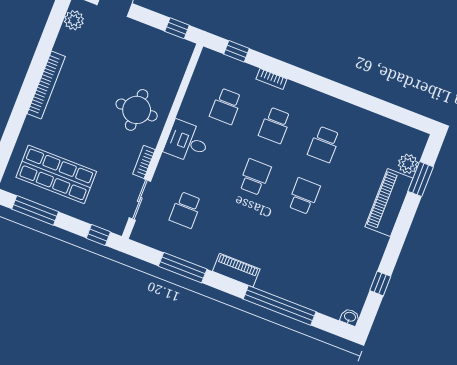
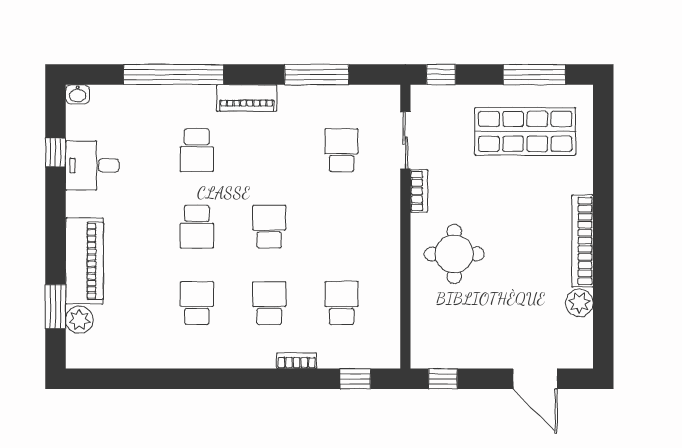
plant: (74, 20) -> (579, 303), moved
desk: (187, 142) -> (92, 165), moved, turned 180
school desk: (255, 177) -> (269, 227), turned 180
school desk: (284, 248) -> (197, 150), added

